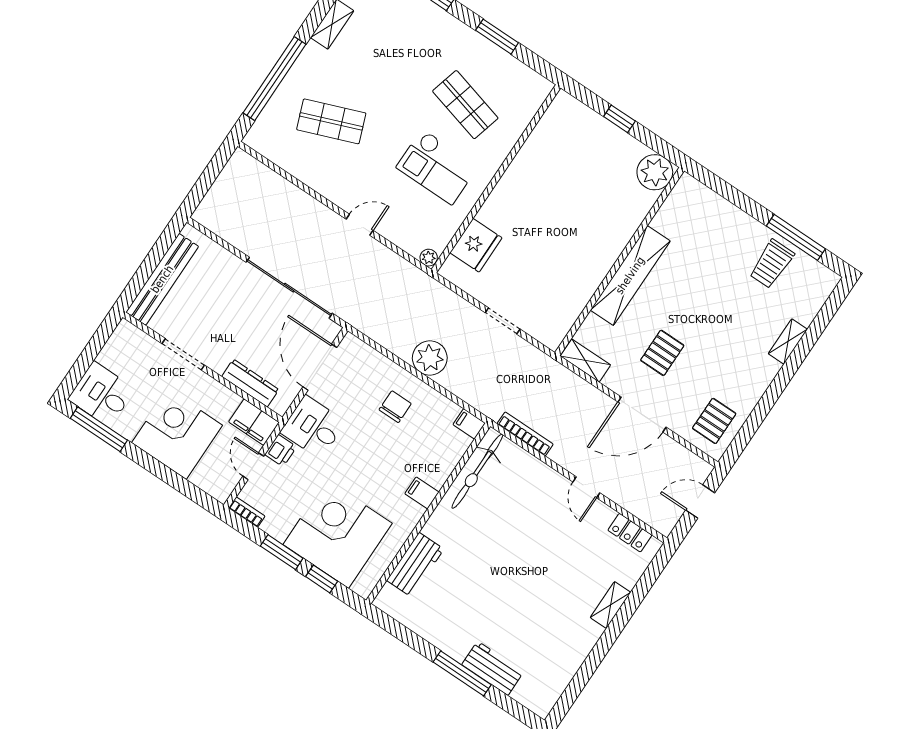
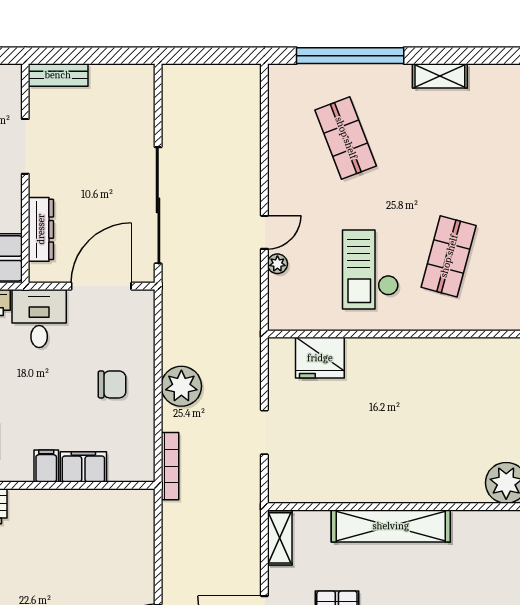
door: (360, 225) -> (264, 232), hinge flipped
plant: (429, 258) -> (277, 264), moved
bench: (162, 279) -> (58, 75), width x0.54, depth x0.82
filing cabinet: (469, 424) -> (83, 467), moved, width x2.00
bookcase: (525, 434) -> (170, 466), moved
bicycle: (477, 471) -> (103, 505), removed

